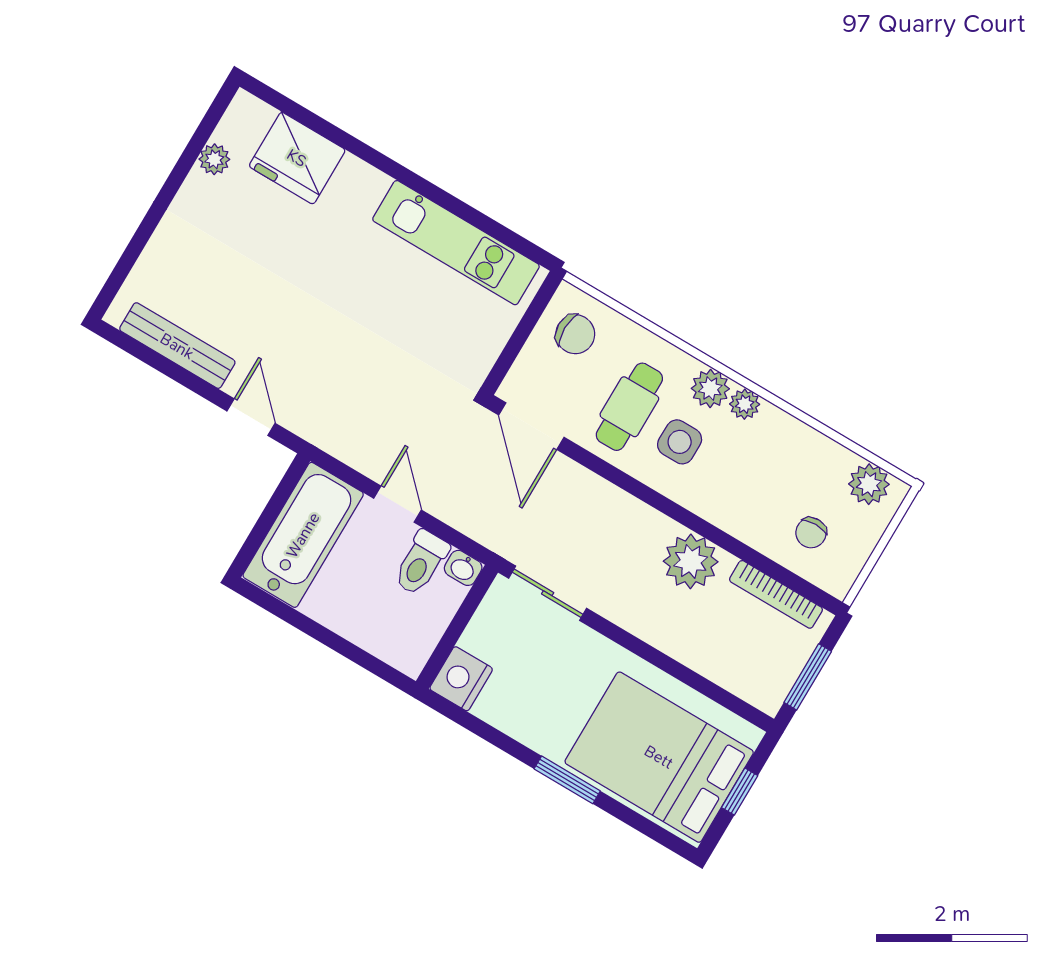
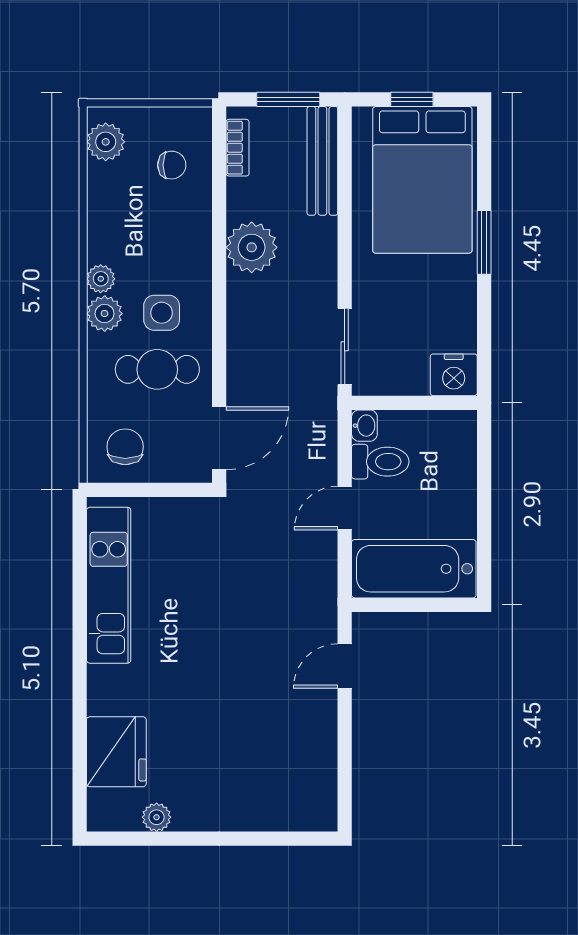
bench: (177, 346) -> (322, 161), moved
bookcase: (776, 594) -> (238, 148), width x0.64

